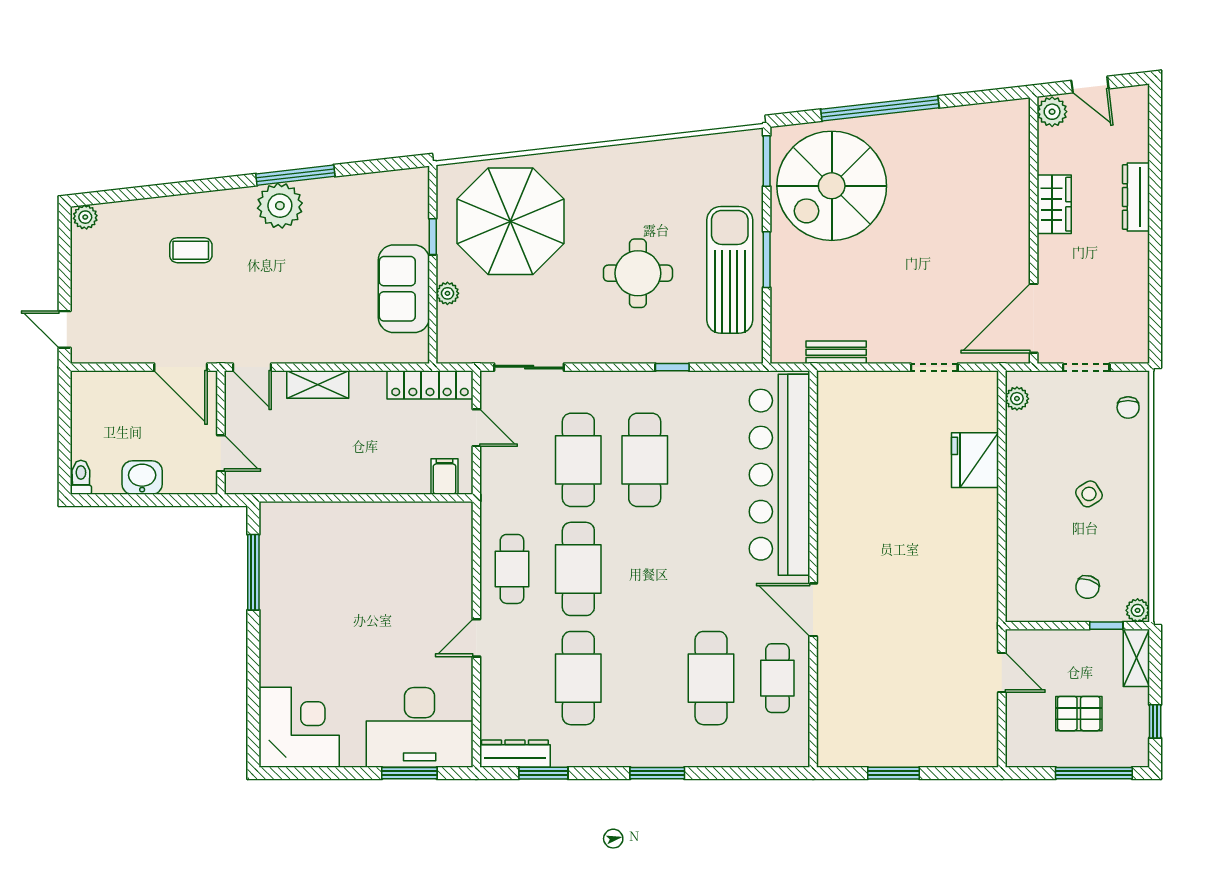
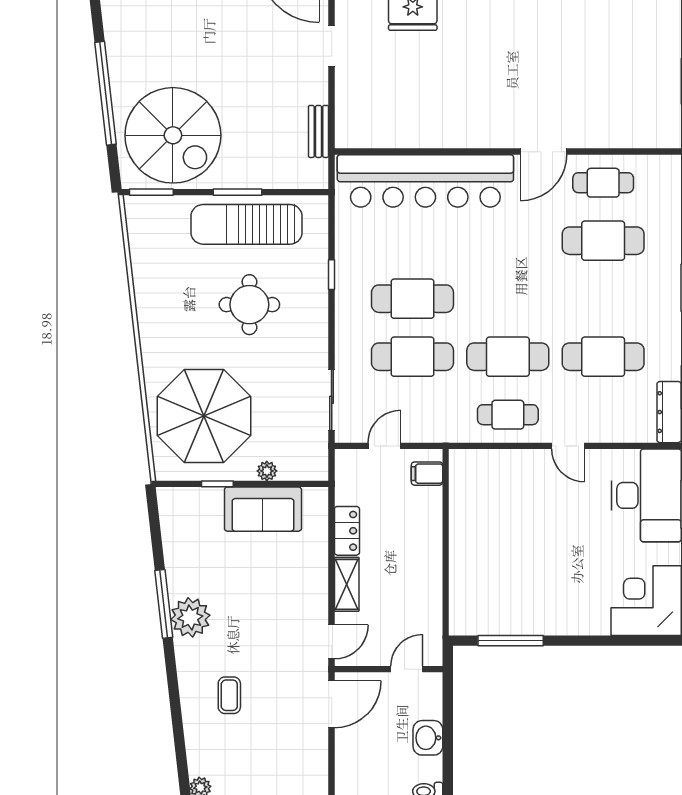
locker: (430, 385) -> (347, 531), moved, width x0.66

